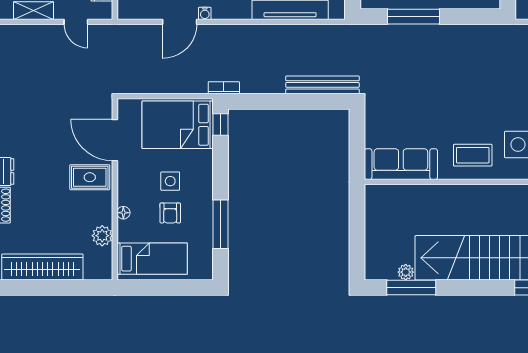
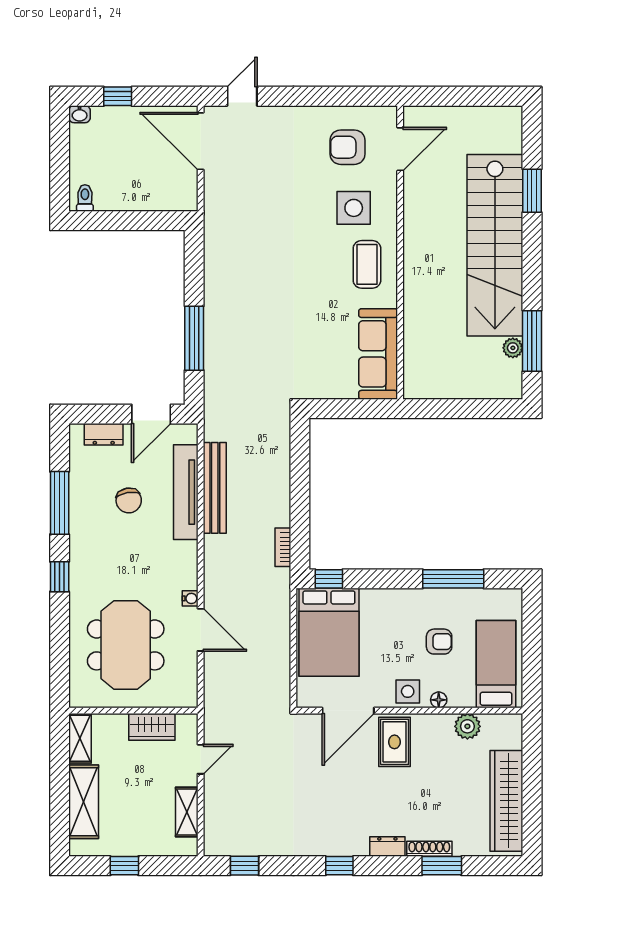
bench: (322, 85) -> (215, 488), moved
bookcase: (224, 88) -> (283, 547), moved
side table: (170, 181) -> (408, 691), moved

